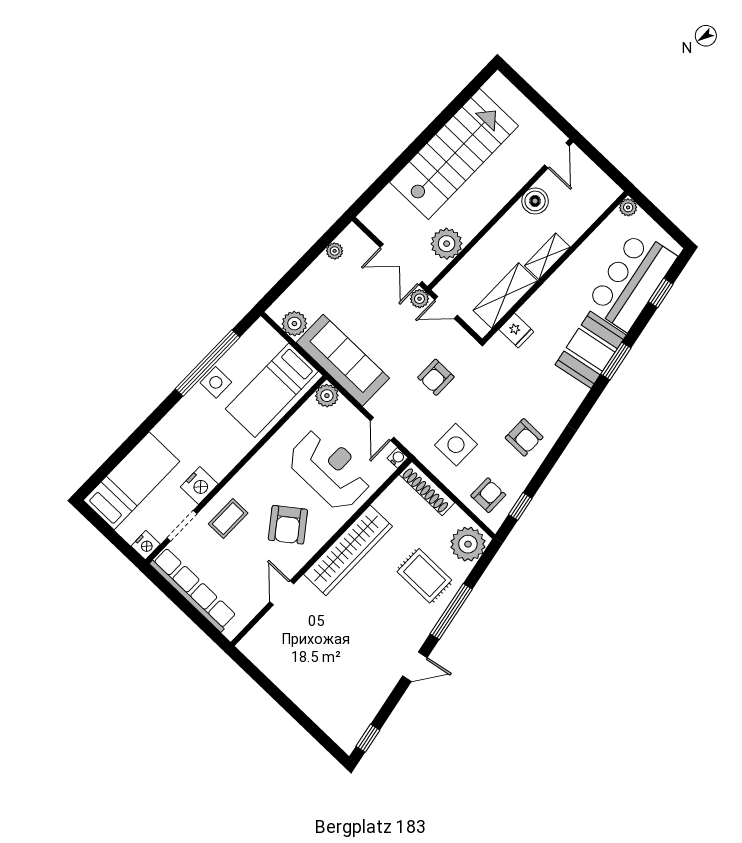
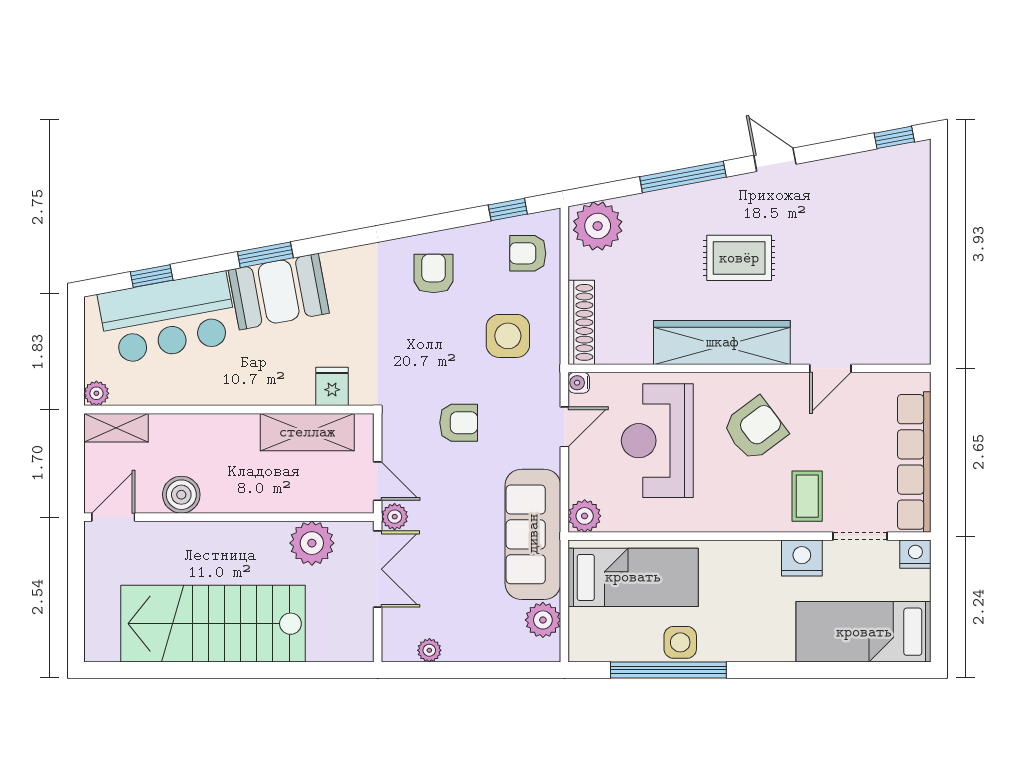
shelving: (547, 256) -> (116, 428), moved
coffee table: (228, 518) -> (807, 496), turned 90
rug: (424, 576) -> (739, 258), moved, turned 90

